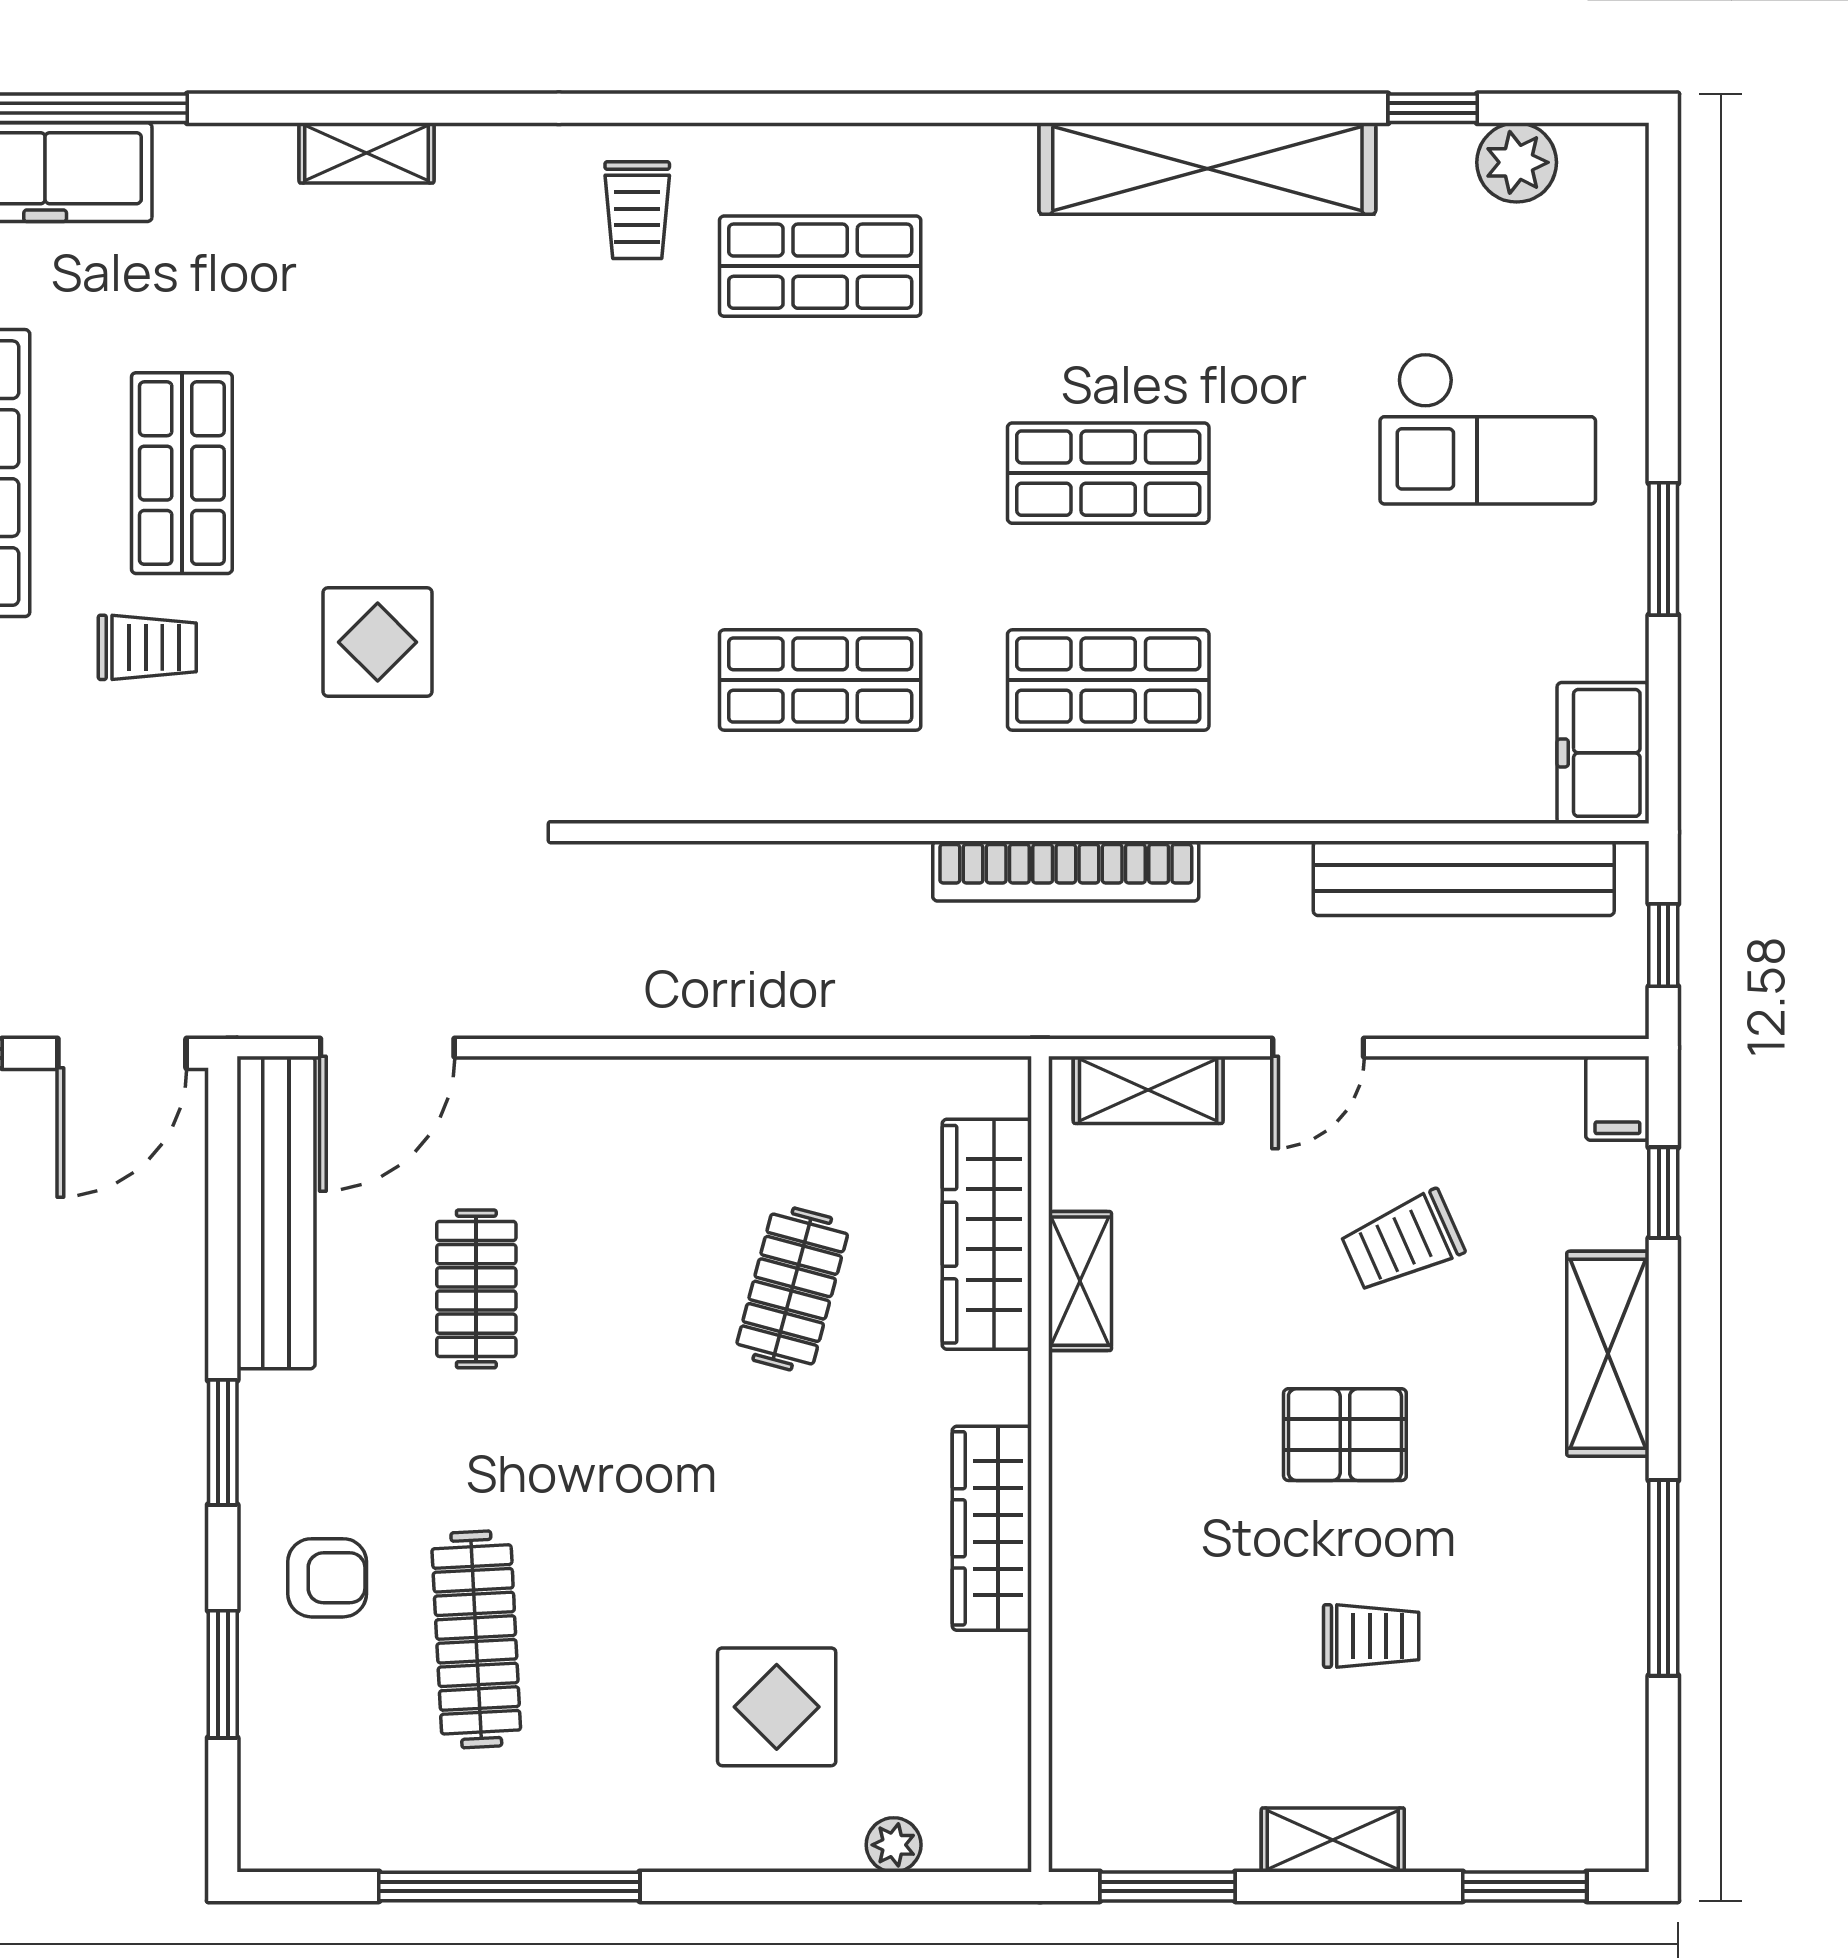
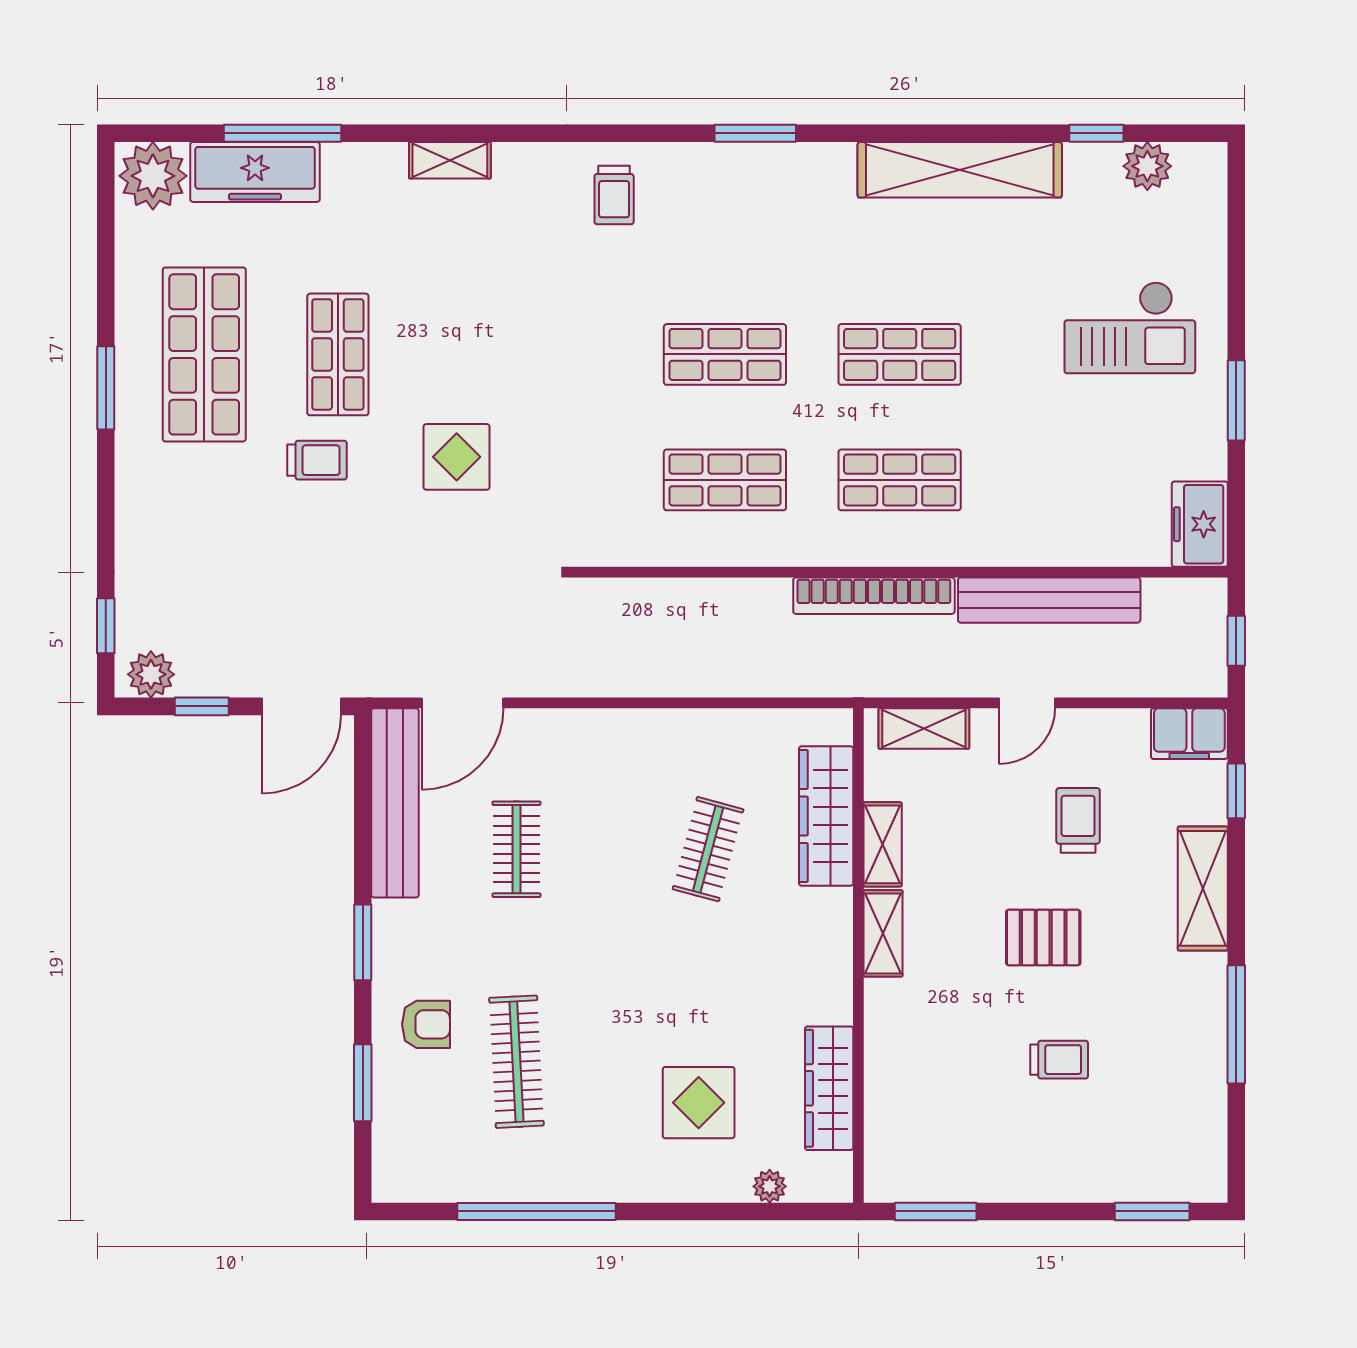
window: (870, 108) -> (755, 133), added
shop shelf: (820, 266) -> (725, 354), moved
bench: (1464, 878) -> (1049, 600), moved
filing cabinet: (1617, 1098) -> (1189, 734), width x2.00
trolley: (1402, 1242) -> (1078, 820), turned 114
wardrobe: (992, 1528) -> (829, 1088), moved
shelving: (1333, 1840) -> (883, 933), moved, turned 90

